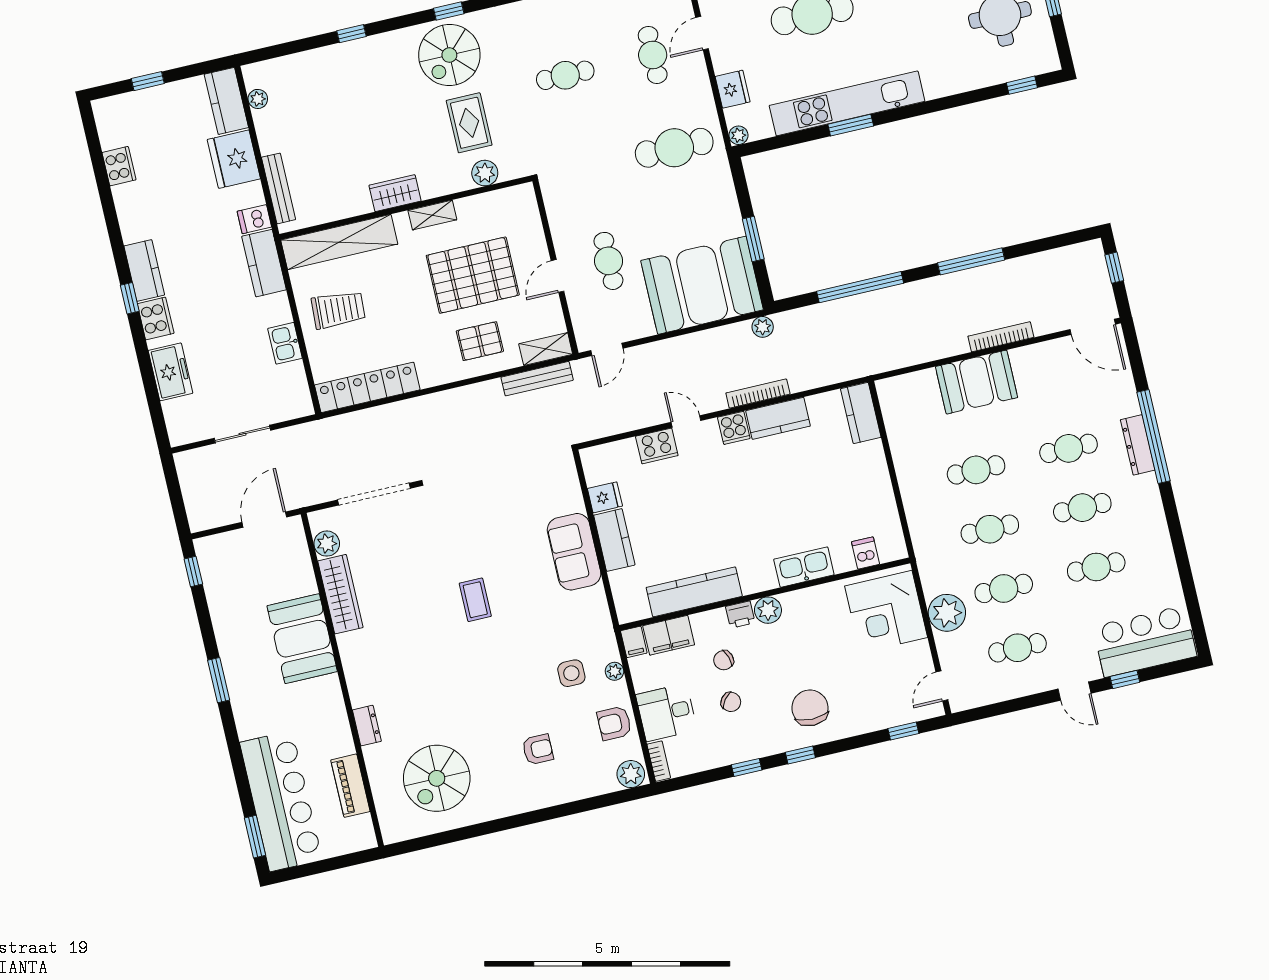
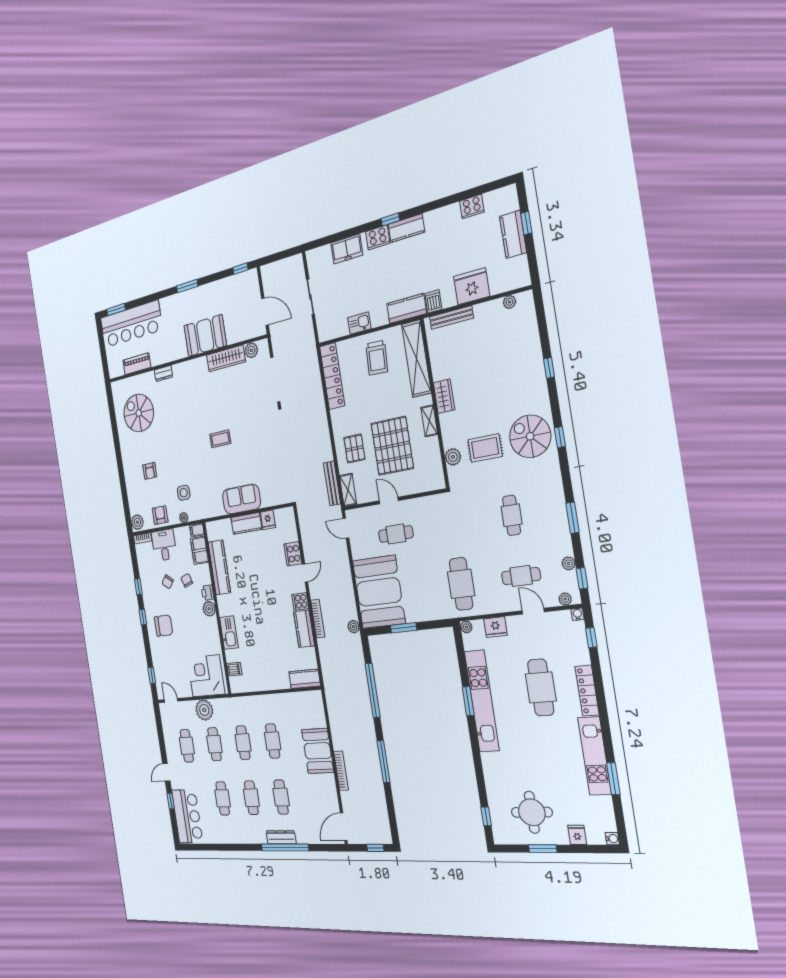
kitchen counter: (226, 101) -> (513, 234), moved, turned -90

